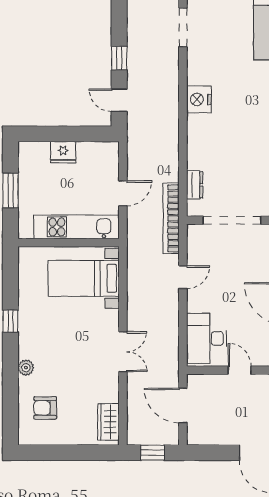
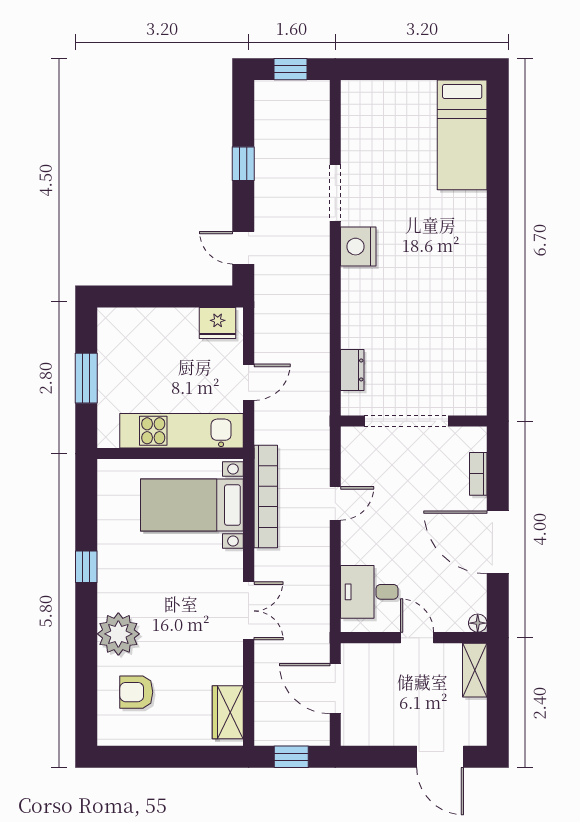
doorway: (183, 27) -> (335, 193), moved
window: (119, 58) -> (243, 164), moved
fridge: (63, 152) -> (218, 323), moved
bookcase: (171, 218) -> (266, 497), moved, turned 180
desk: (207, 338) -> (369, 592), width x0.73
plant: (26, 368) -> (118, 634), width x1.87, depth x1.87

